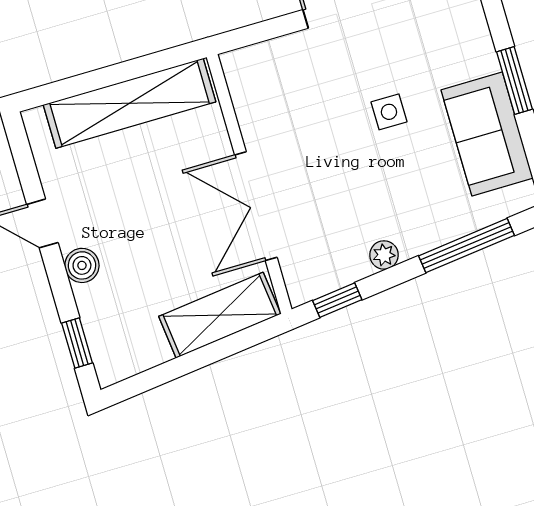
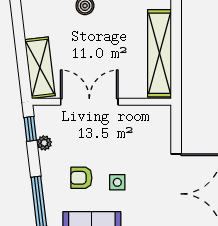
armchair: (400, 180) -> (81, 178), added
plant: (384, 255) -> (44, 143), moved

